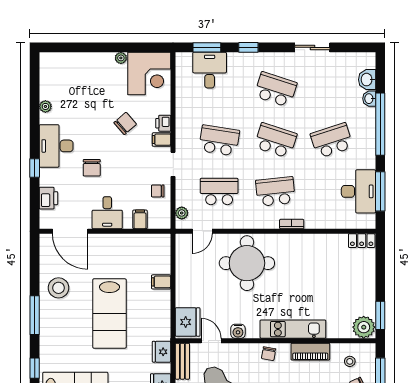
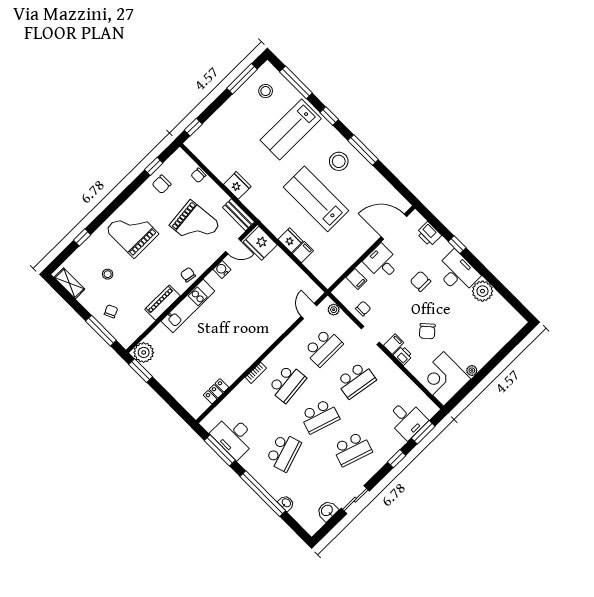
washbasin: (367, 80) -> (327, 511), moved, turned -90
plant: (45, 106) -> (482, 291), width x1.88, depth x1.88
locker: (362, 241) -> (216, 391), moved
round table: (247, 263) -> (260, 319), removed
stool: (59, 288) -> (339, 161), moved
fridge: (162, 352) -> (290, 240), moved
stool: (350, 361) -> (131, 322), removed

